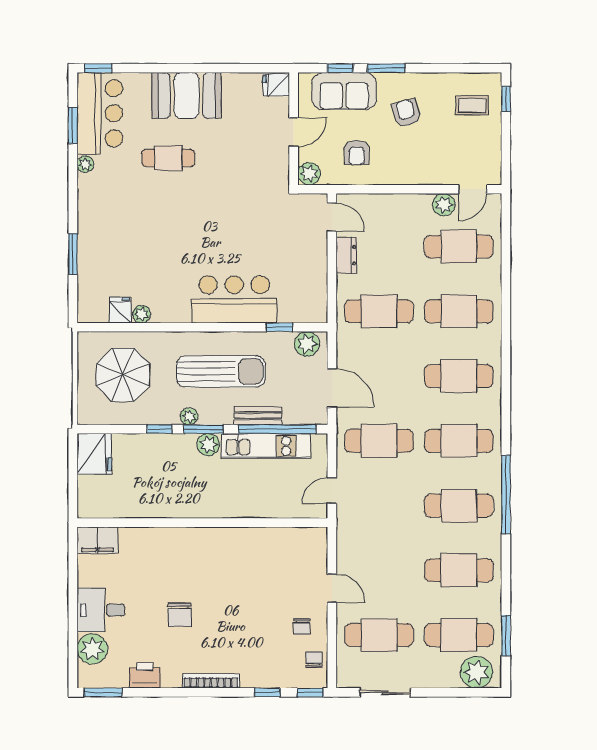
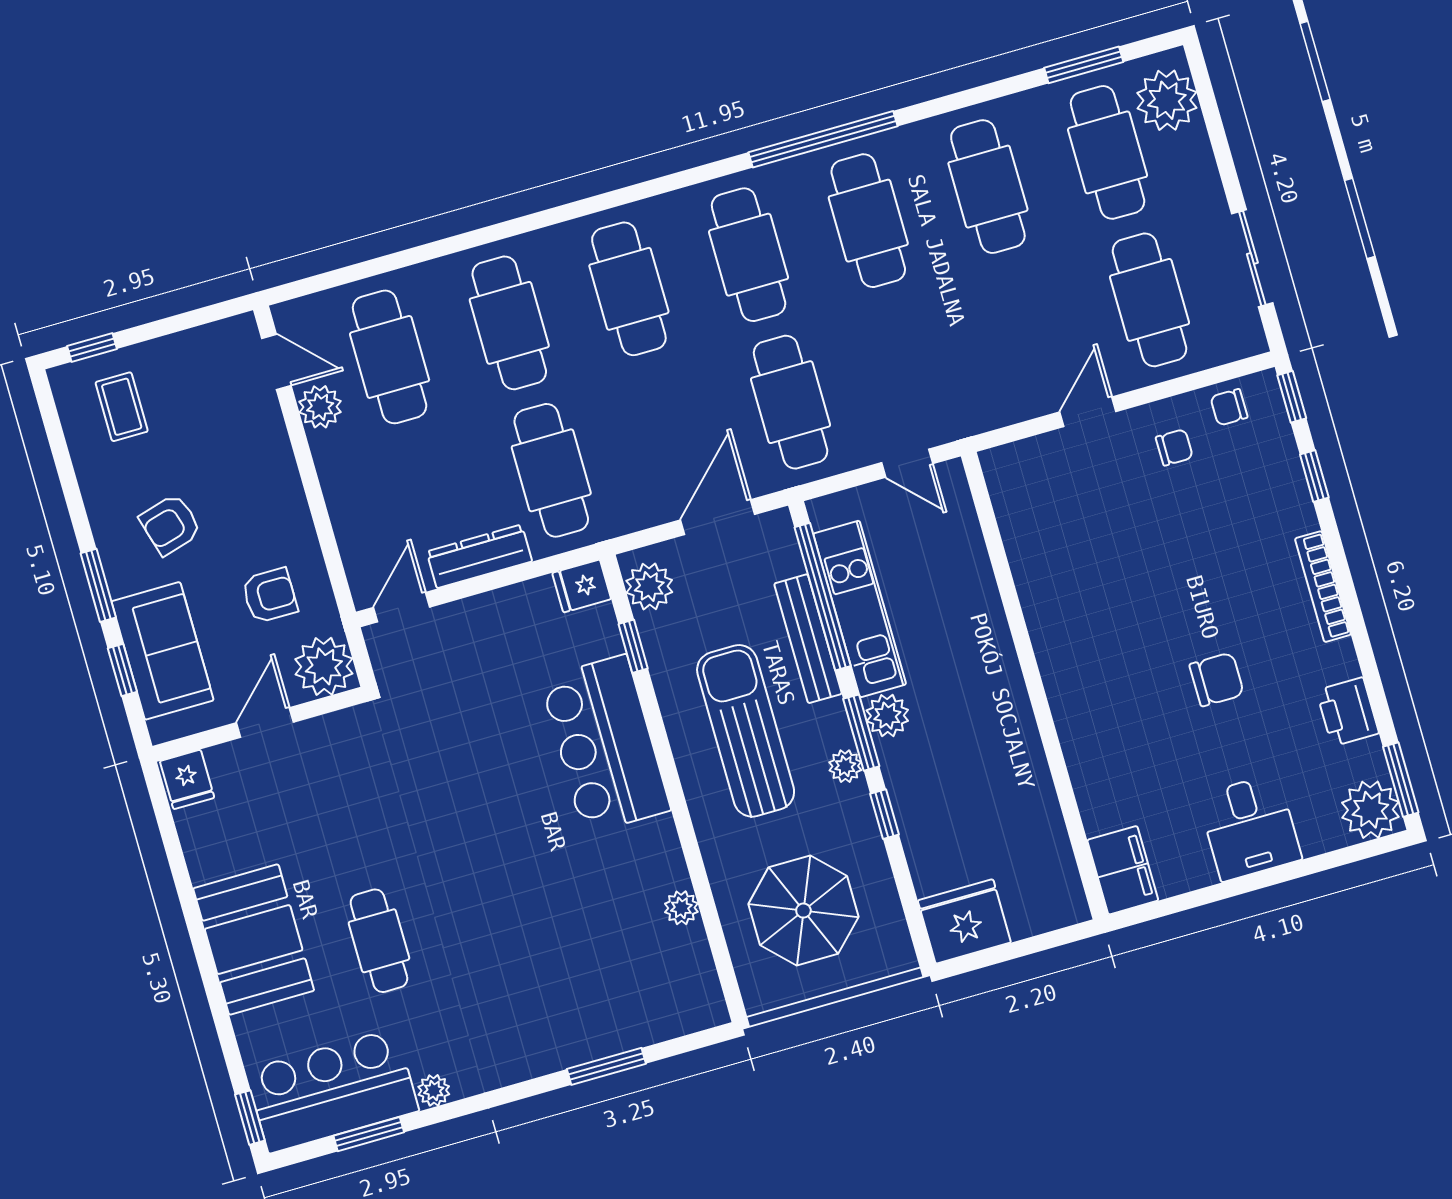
door: (294, 132) -> (265, 722), hinge flipped
plant: (309, 174) -> (324, 666), width x1.36, depth x1.36
dresser: (346, 255) -> (479, 556), width x1.44
fridge: (120, 310) -> (582, 586), moved
bench: (258, 416) -> (808, 639), width x1.36
plant: (92, 649) -> (1370, 810), moved

